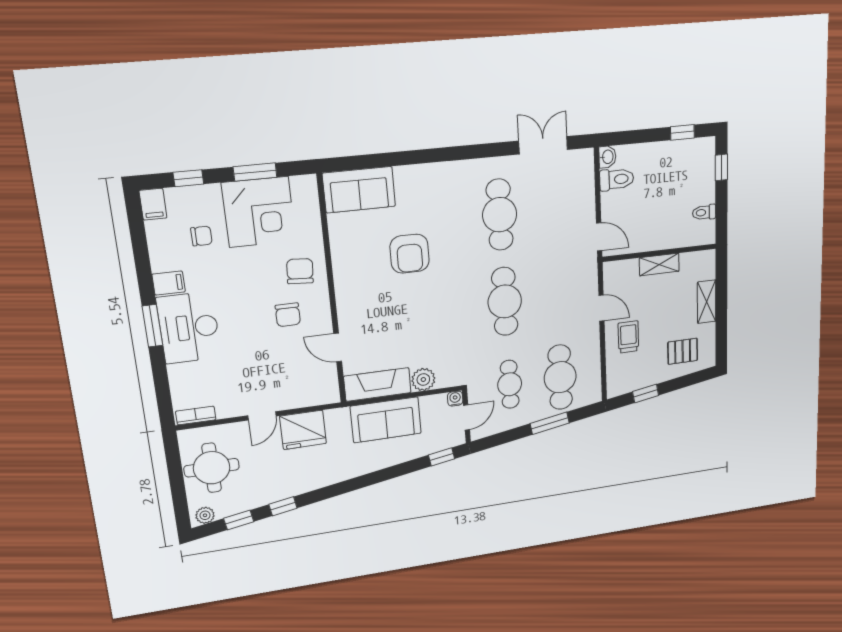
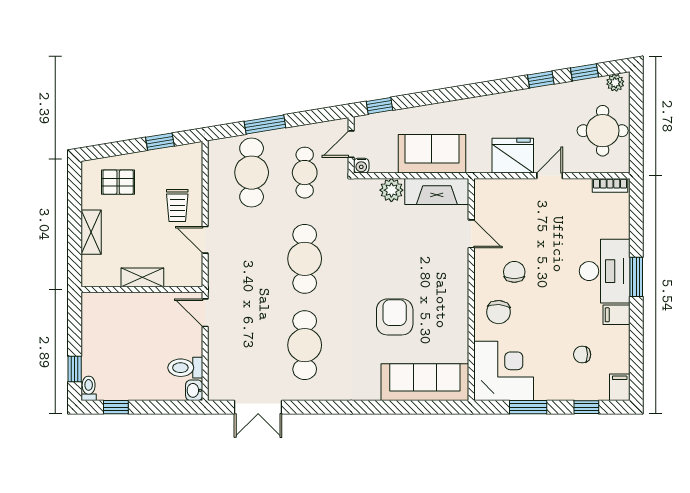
sofa: (359, 190) -> (425, 382), width x1.36
corner desk: (259, 212) -> (504, 371), moved, turned 90
toilet: (704, 212) -> (89, 388), moved, turned -90

